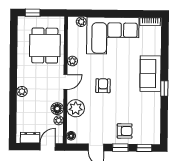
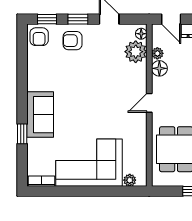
plant: (72, 61) -> (140, 130), removed
armchair: (103, 86) -> (39, 37), moved
window: (164, 88) -> (22, 134), moved
plant: (76, 108) -> (136, 52), moved
door: (48, 147) -> (171, 19), hinge flipped

